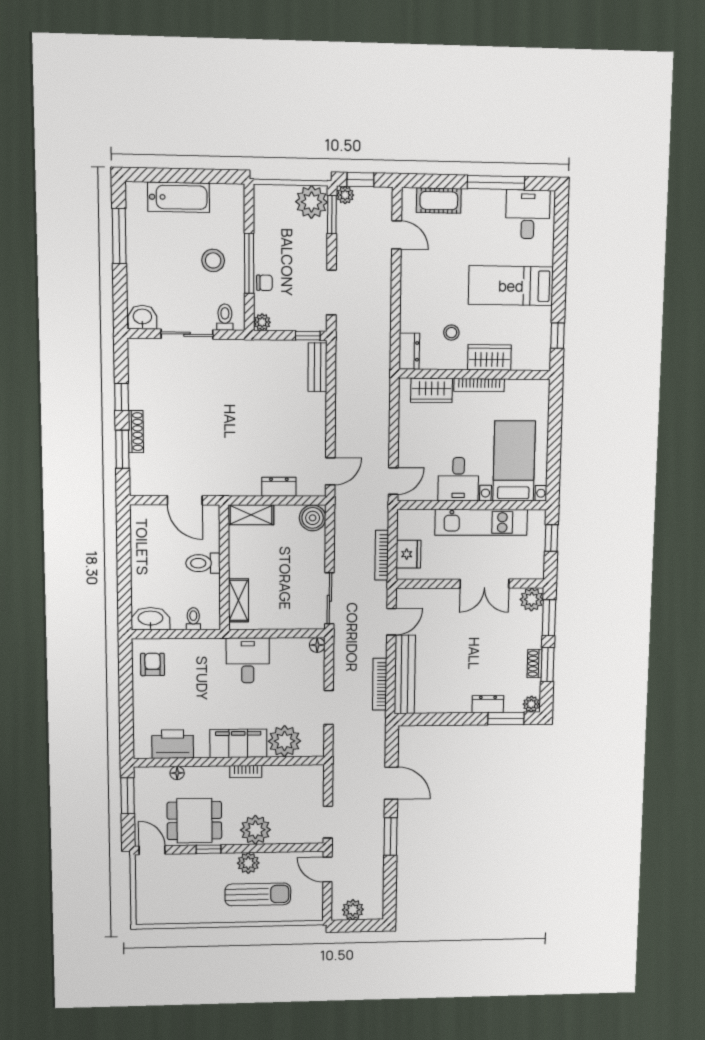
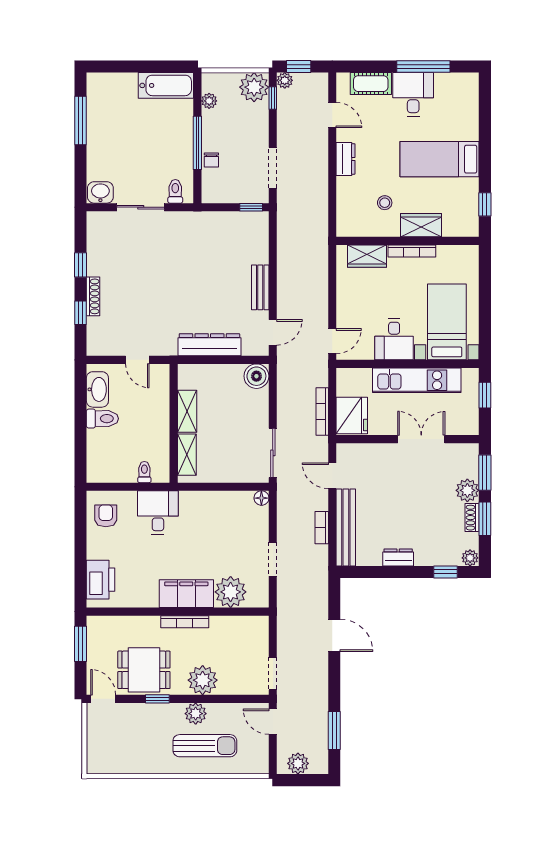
bathtub: (179, 197) -> (166, 85), moved
desk: (528, 214) -> (413, 94), moved
window: (332, 215) -> (273, 98), width x0.67
stool: (213, 260) -> (165, 141), removed
chair: (264, 283) -> (211, 160), turned 90
plant: (262, 322) -> (209, 101), moved
dresser: (409, 351) -> (346, 159), moved
bench: (317, 367) -> (260, 287), moved
window: (122, 449) -> (81, 313), width x0.67
dresser: (279, 487) -> (209, 345), width x1.96, depth x1.24
door: (185, 500) -> (137, 360), width x0.73
shelving: (251, 515) -> (187, 411), moved, turned 90
fridge: (409, 554) -> (352, 416), width x1.36, depth x1.34
toilet: (203, 563) -> (102, 419), moved, turned 180
double door: (484, 584) -> (421, 439), swing flipped
plant: (532, 599) -> (467, 490), moved
washbasin: (150, 619) -> (97, 389), moved, turned 90
door: (391, 622) -> (332, 476), swing flipped
desk: (248, 660) -> (158, 513), moved
bookcase: (380, 684) -> (322, 528), width x0.64
dresser: (488, 704) -> (398, 557), moved
window: (506, 719) -> (445, 572), width x0.67
printer: (173, 744) -> (101, 580), moved, turned 90
bookcase: (246, 772) -> (185, 622), width x1.56
floor lamp: (177, 773) -> (128, 622), removed
window: (391, 836) -> (334, 731), moved

